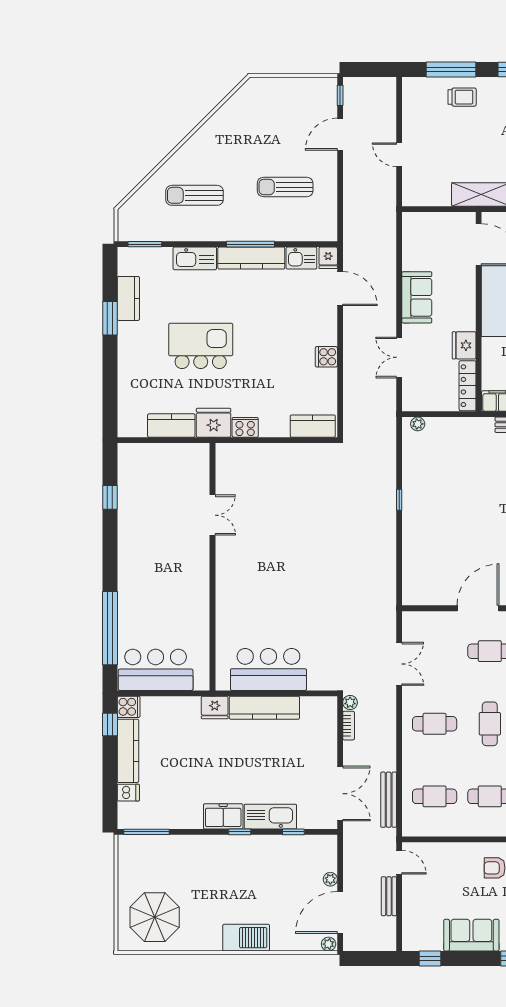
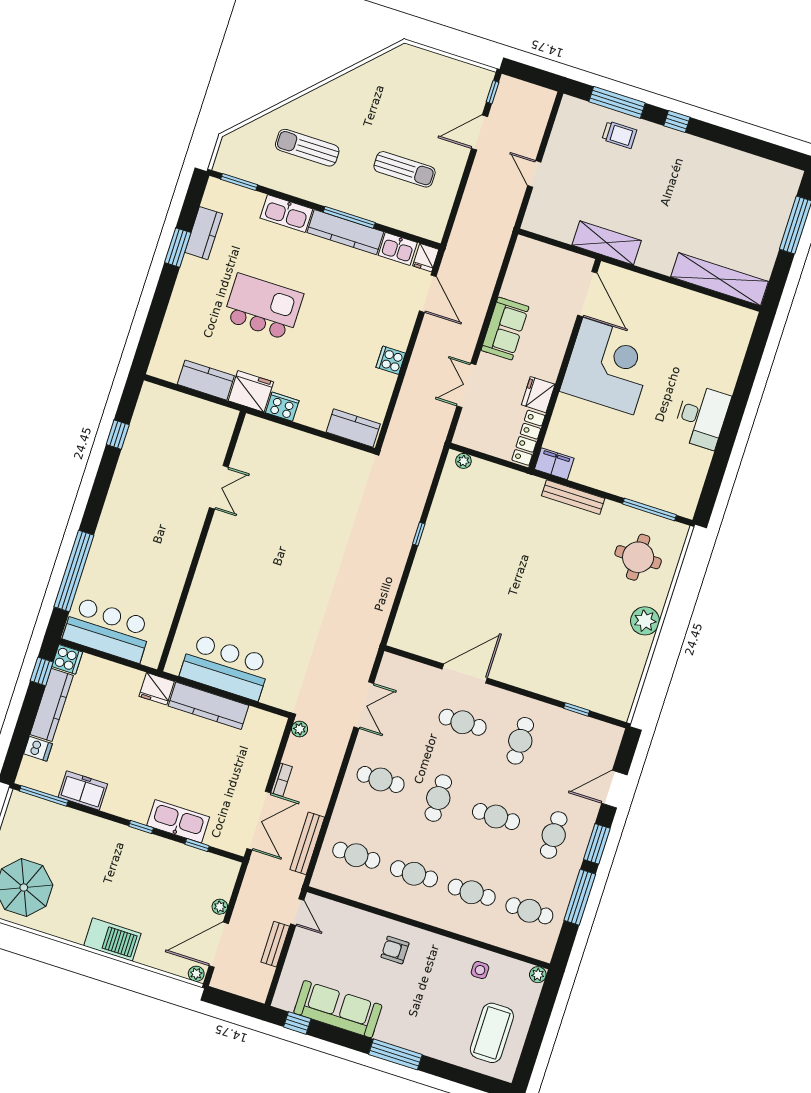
sun lounger: (285, 187) -> (405, 169), turned 180
bookcase: (349, 726) -> (282, 780), moved
freezer: (223, 816) -> (83, 790), moved
sofa: (471, 935) -> (338, 1009), width x1.36

